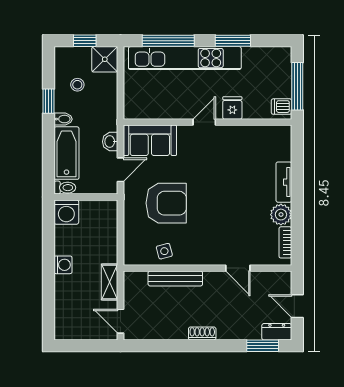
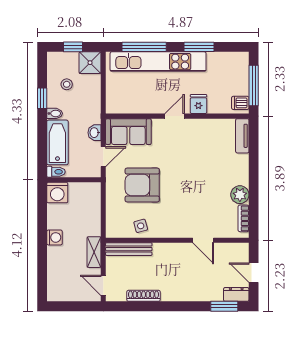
tv unit: (284, 182) -> (242, 136), moved
armchair: (166, 203) -> (142, 185), turned 180
bench: (175, 278) -> (129, 249), moved
shoe rack: (202, 333) -> (144, 296), moved, width x1.43

